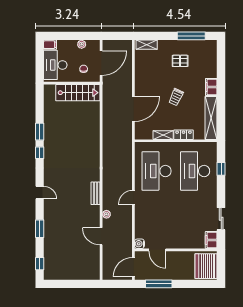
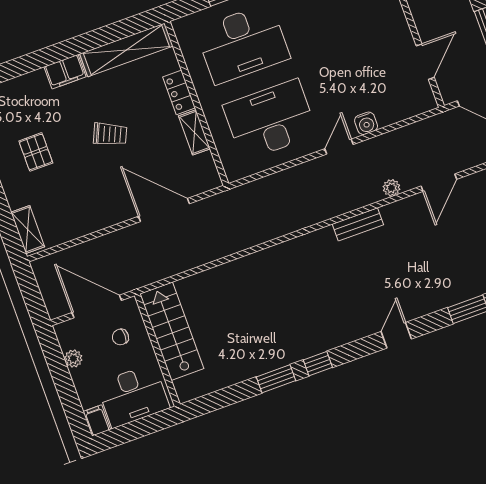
desk: (156, 171) -> (270, 120), turned 180
door: (133, 197) -> (339, 147), swing flipped
water cooler: (139, 244) -> (366, 123), moved

